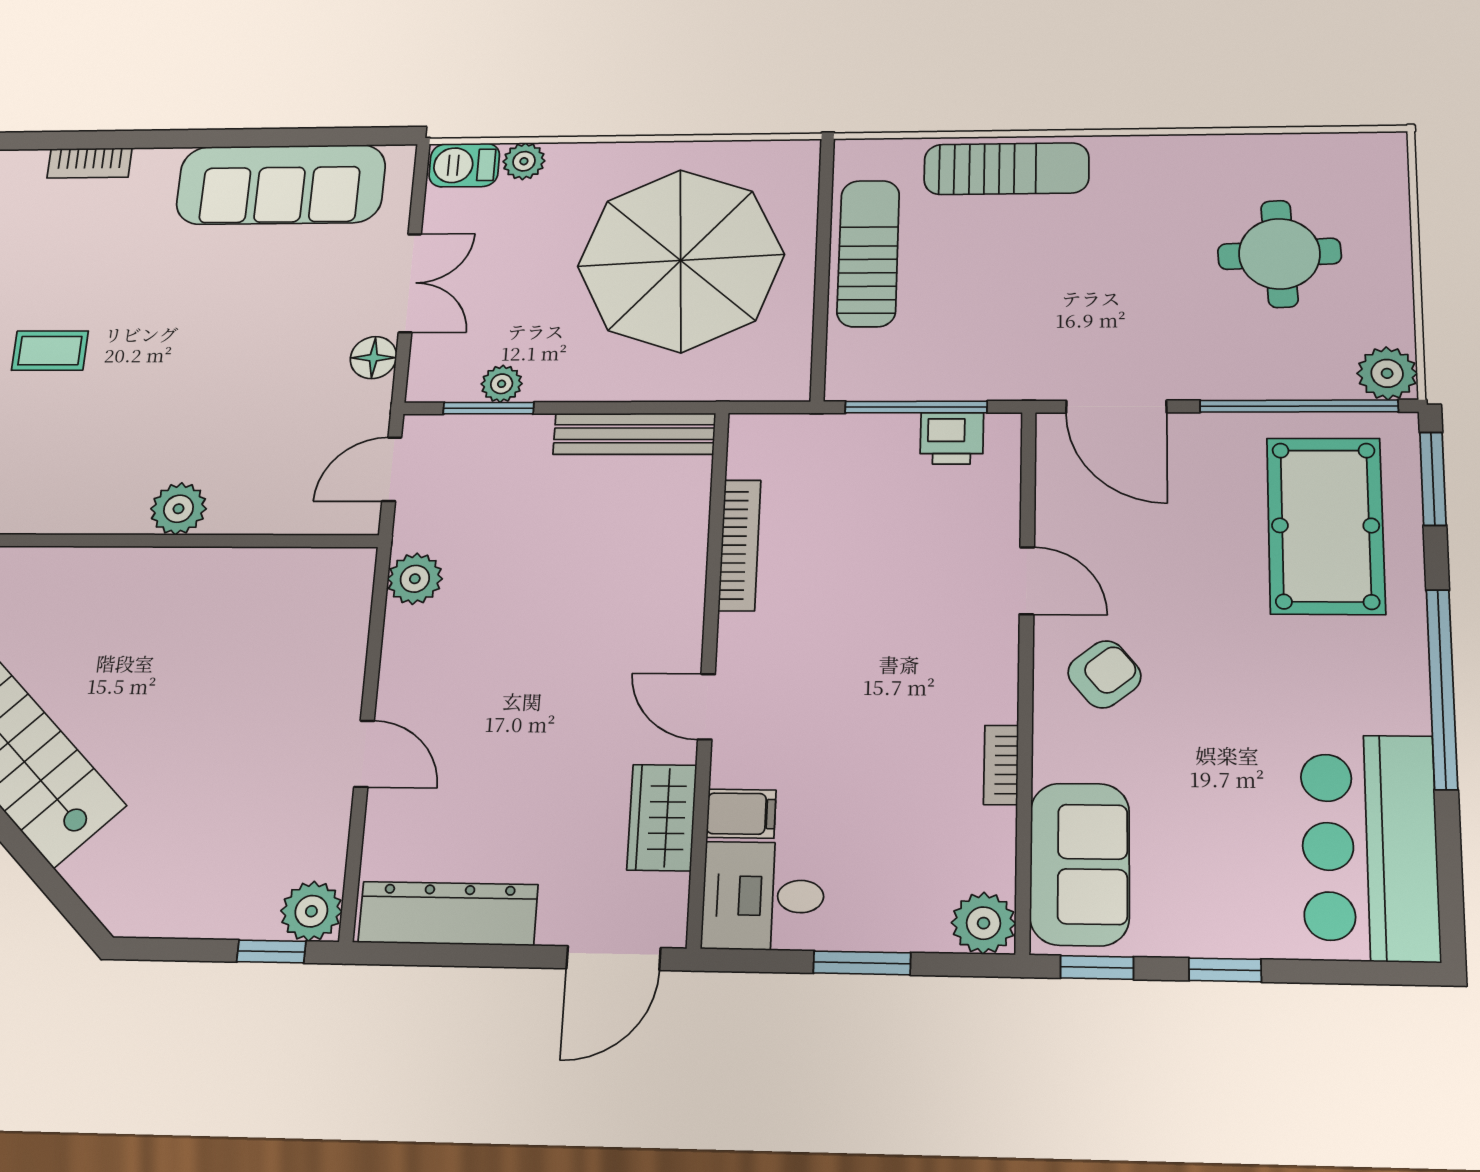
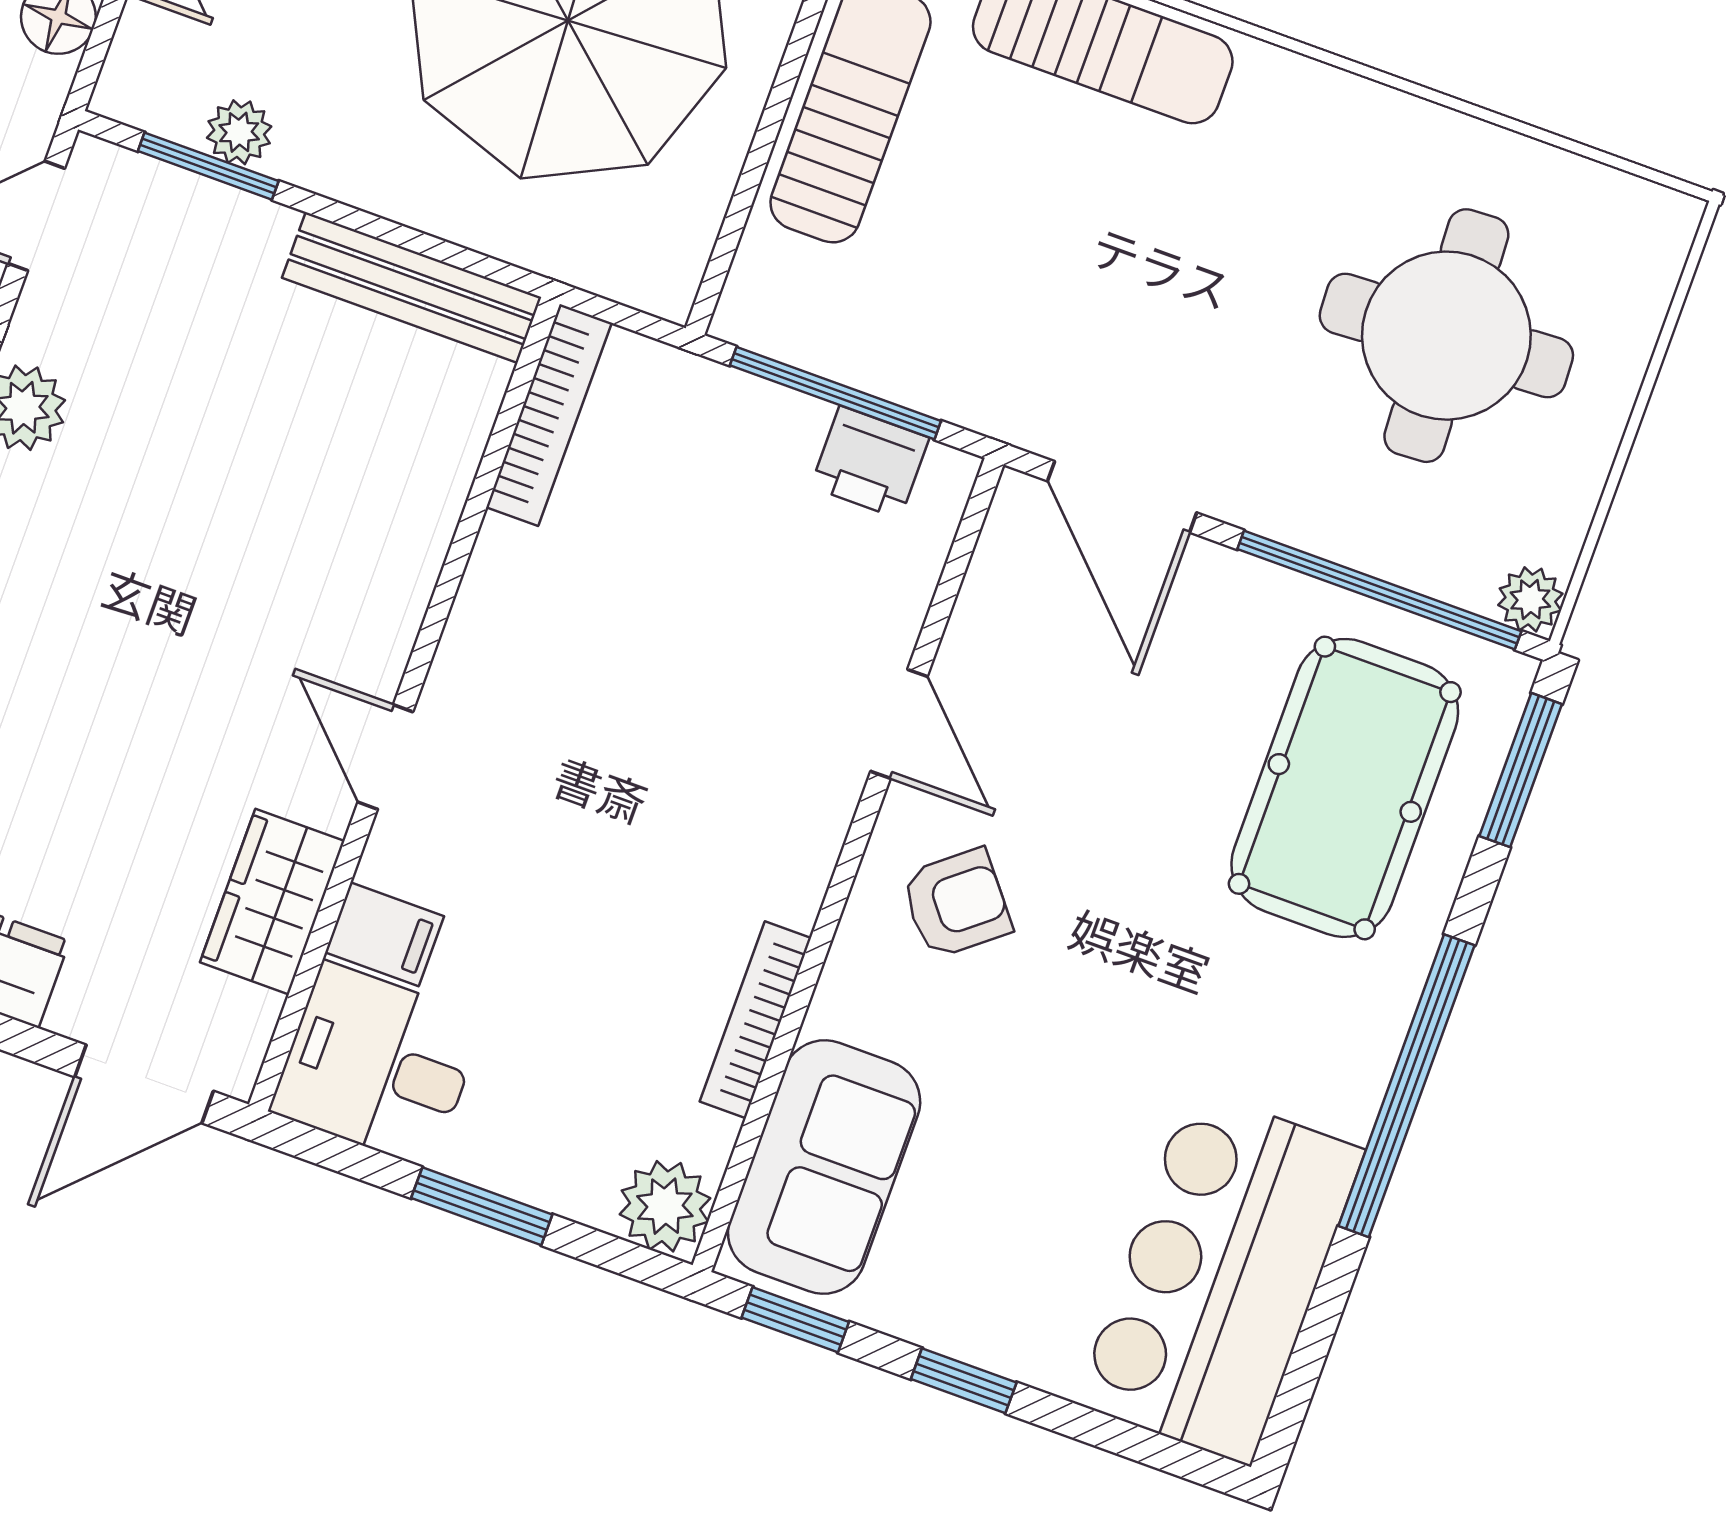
round table: (1279, 254) -> (1446, 336), width x1.36, depth x1.36
plant: (1387, 373) -> (1530, 599), width x0.73, depth x0.73
bookcase: (740, 545) -> (549, 415), moved
bookcase: (1001, 765) -> (755, 1020), width x1.56

